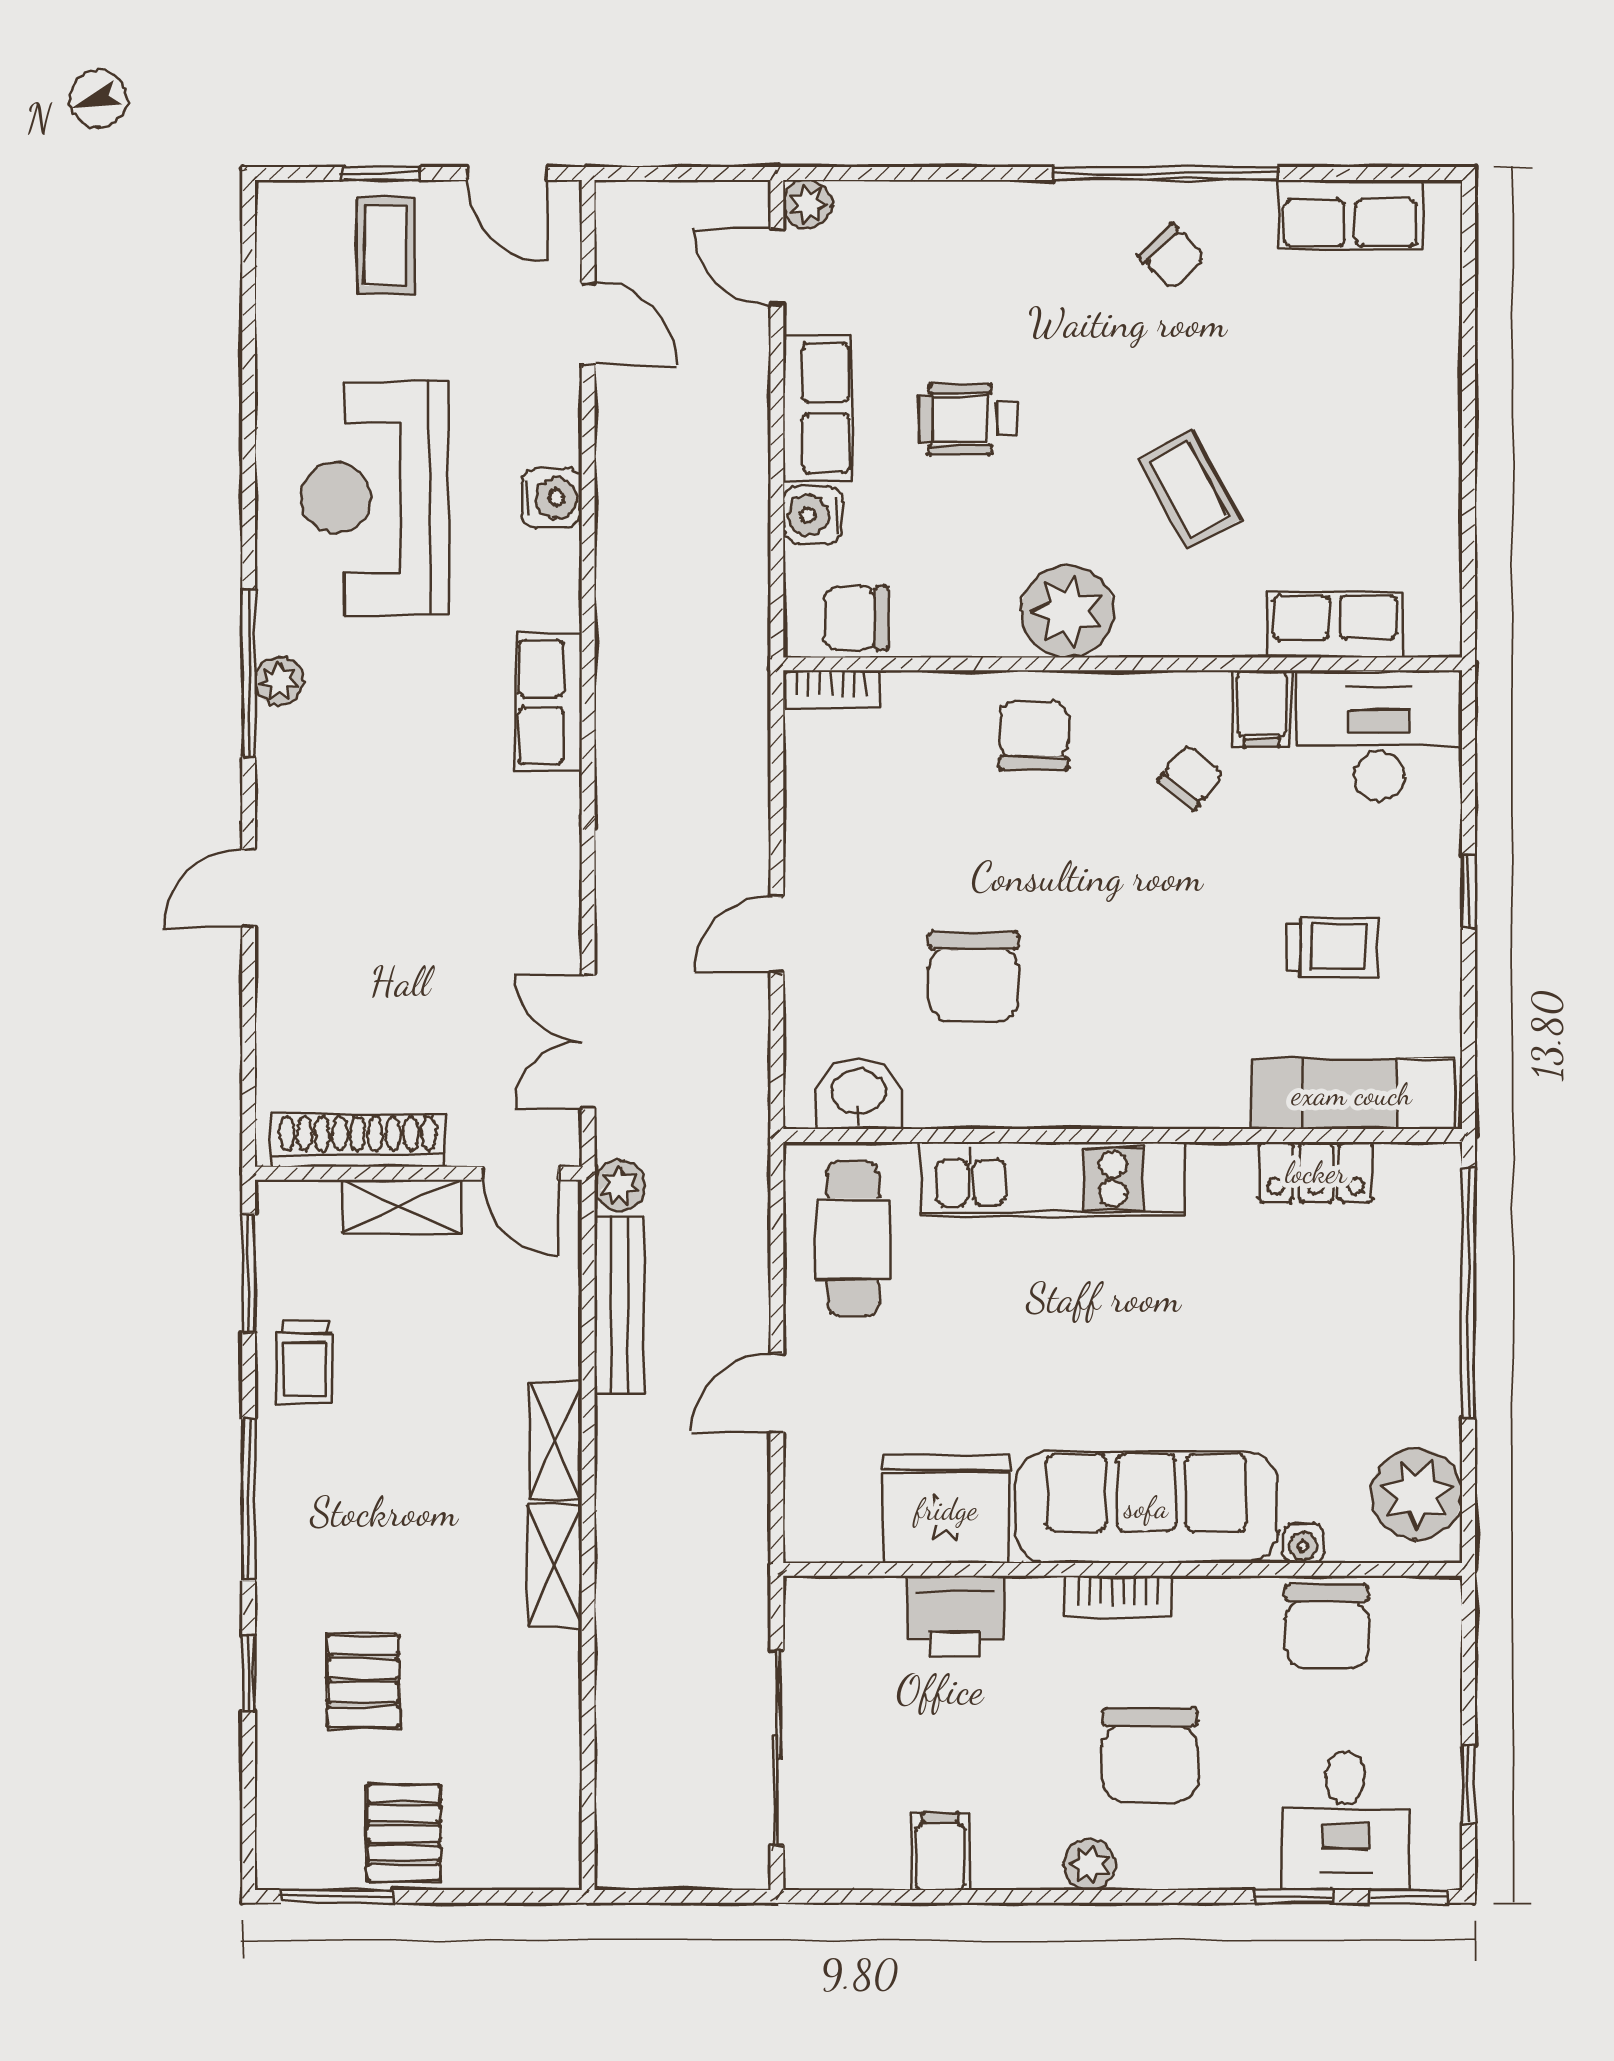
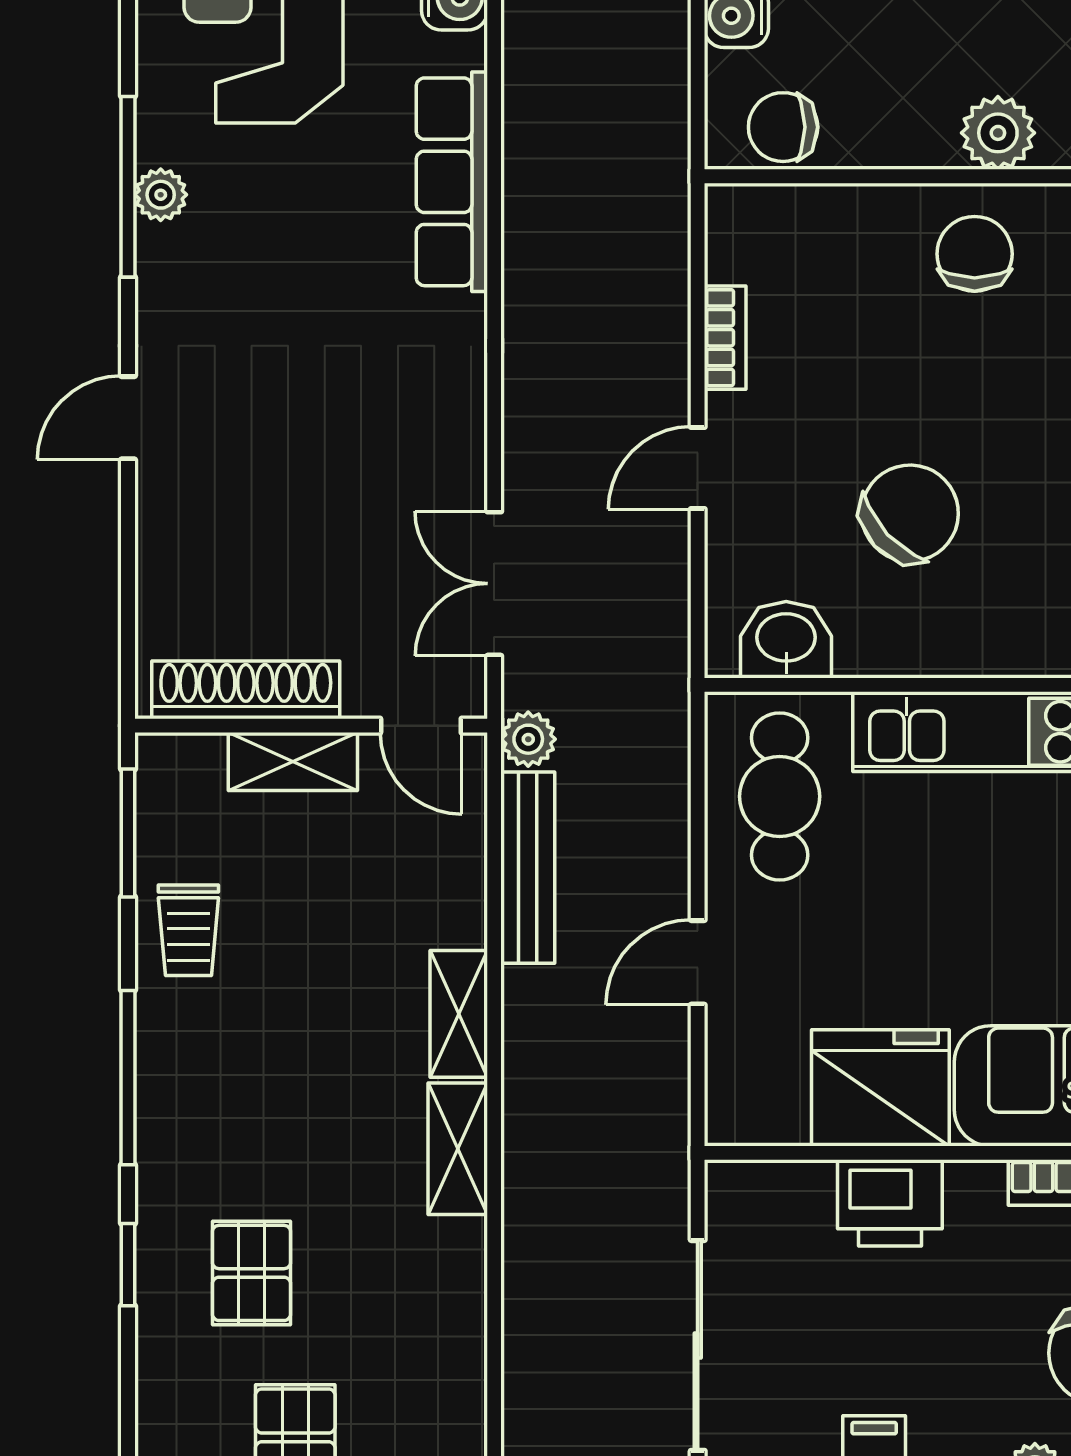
plant: (1068, 611) -> (998, 133), width x0.73, depth x0.73
bookcase: (831, 689) -> (725, 338), moved, turned -90
row of seats: (549, 702) -> (452, 182), width x1.48
chair: (974, 976) -> (910, 513), turned -133

